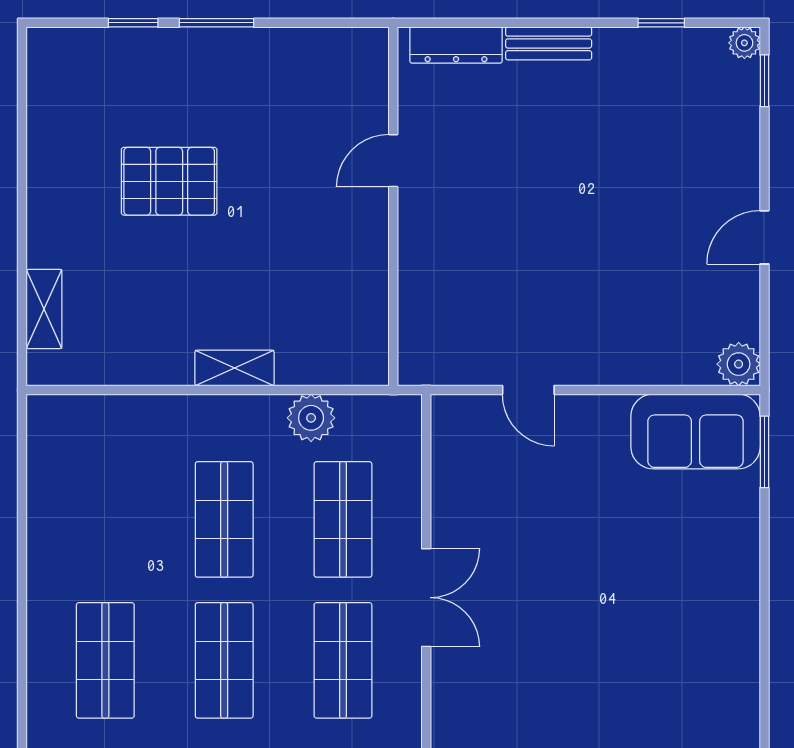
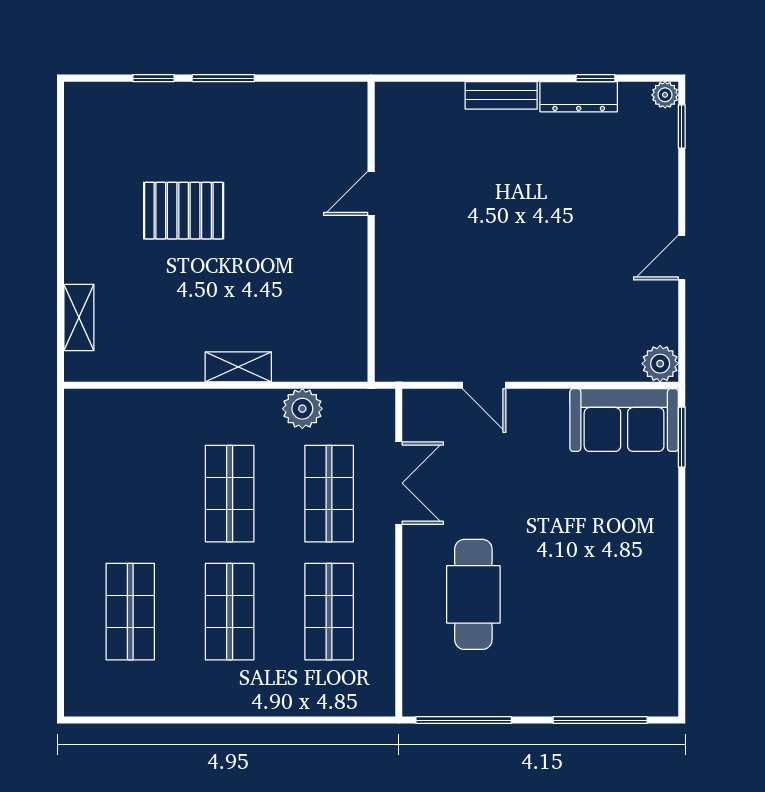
dresser: (456, 45) -> (579, 97), moved
double door: (426, 598) -> (399, 483), moved
cafe table: (515, 640) -> (473, 594), added

